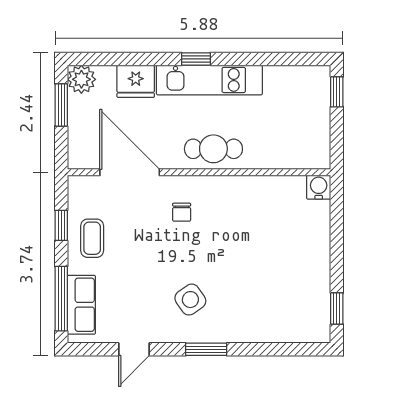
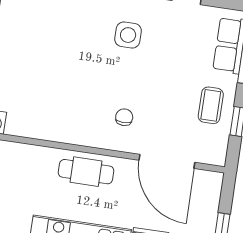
side table: (190, 300) -> (128, 35), turned 35

